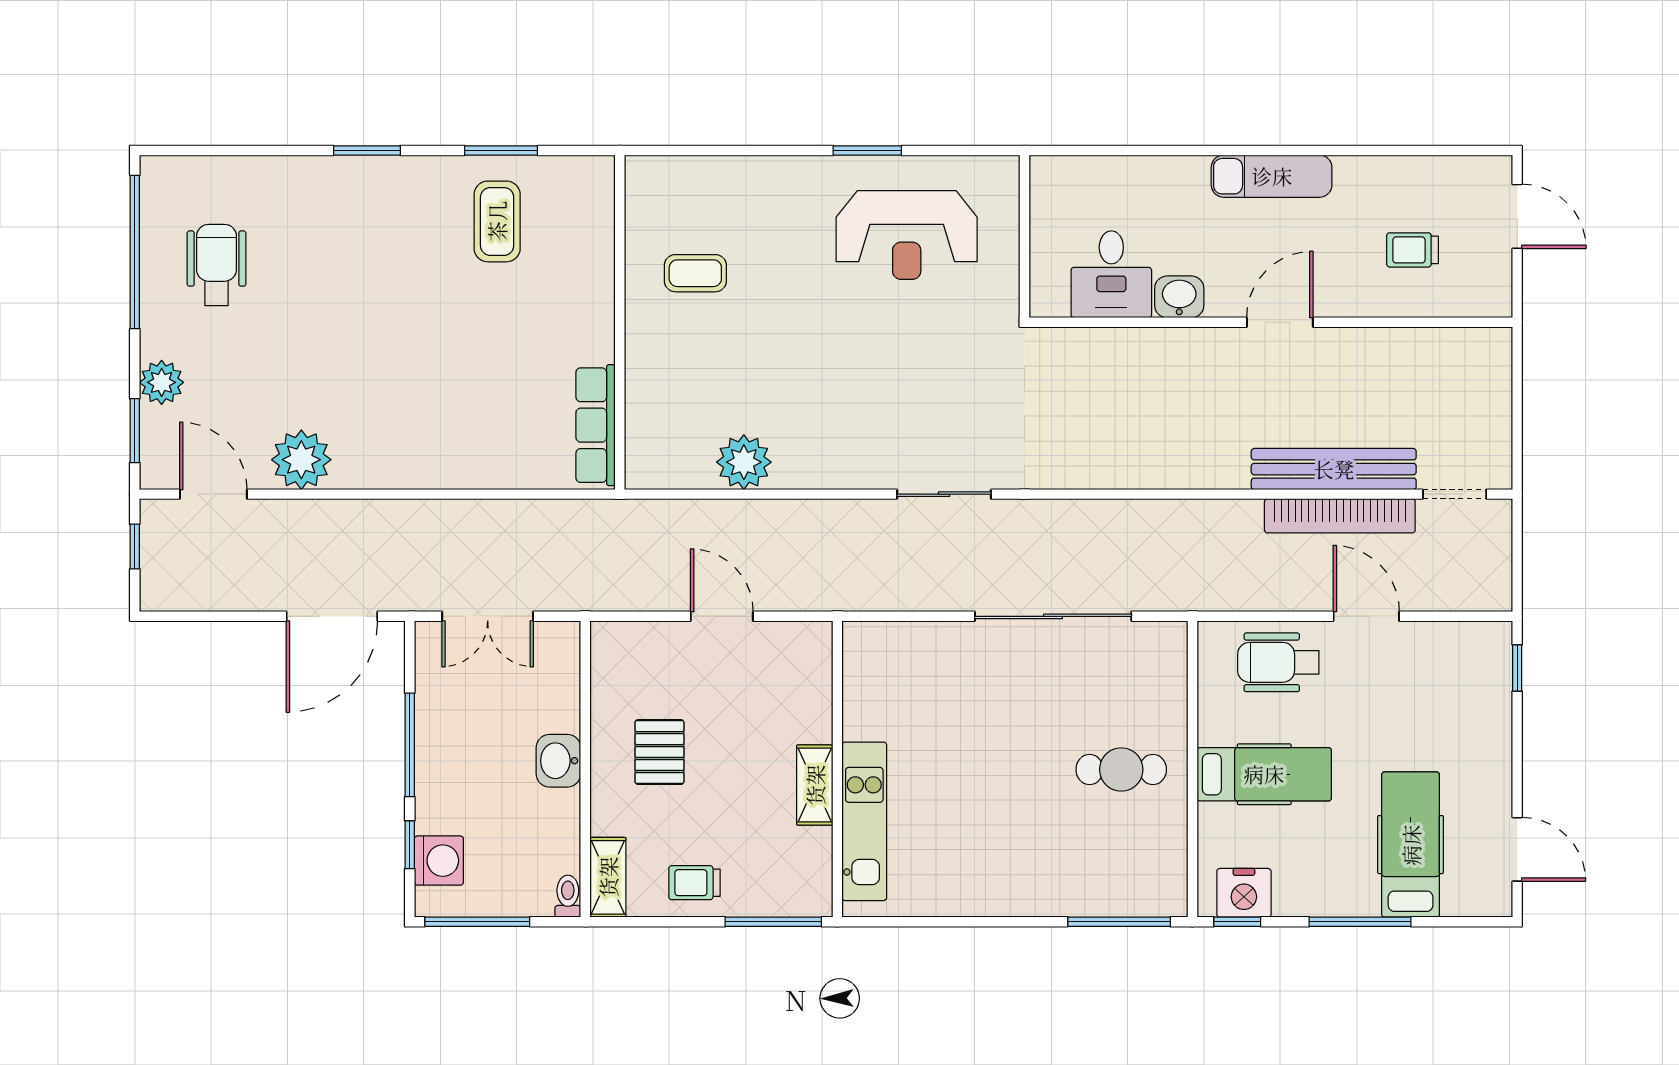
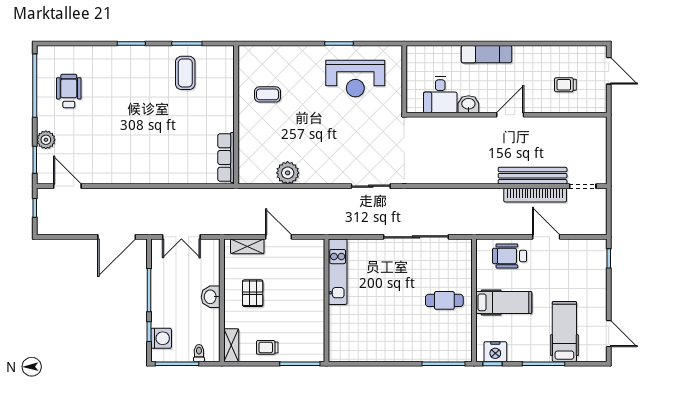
exam couch: (1272, 176) -> (487, 54), moved
plant: (301, 460) -> (104, 172), removed
shelving: (815, 785) -> (247, 246), moved, turned 90
kitchen unit: (864, 821) -> (338, 272), moved
toilet: (568, 896) -> (199, 353), moved

